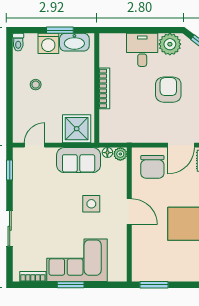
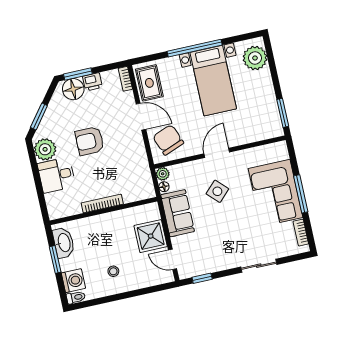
washing machine: (48, 43) -> (73, 281), moved
shower: (77, 129) -> (151, 236), moved
chair: (152, 167) -> (168, 140), turned -111
side table: (91, 204) -> (217, 191), turned 45
window: (71, 285) -> (301, 194), width x1.44

